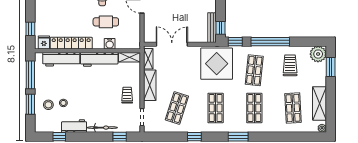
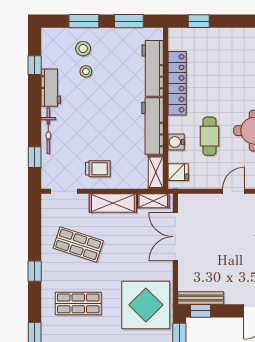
fridge: (44, 42) -> (178, 172), moved
double door: (172, 44) -> (175, 237), swing flipped
window: (30, 75) -> (129, 21), width x0.69

